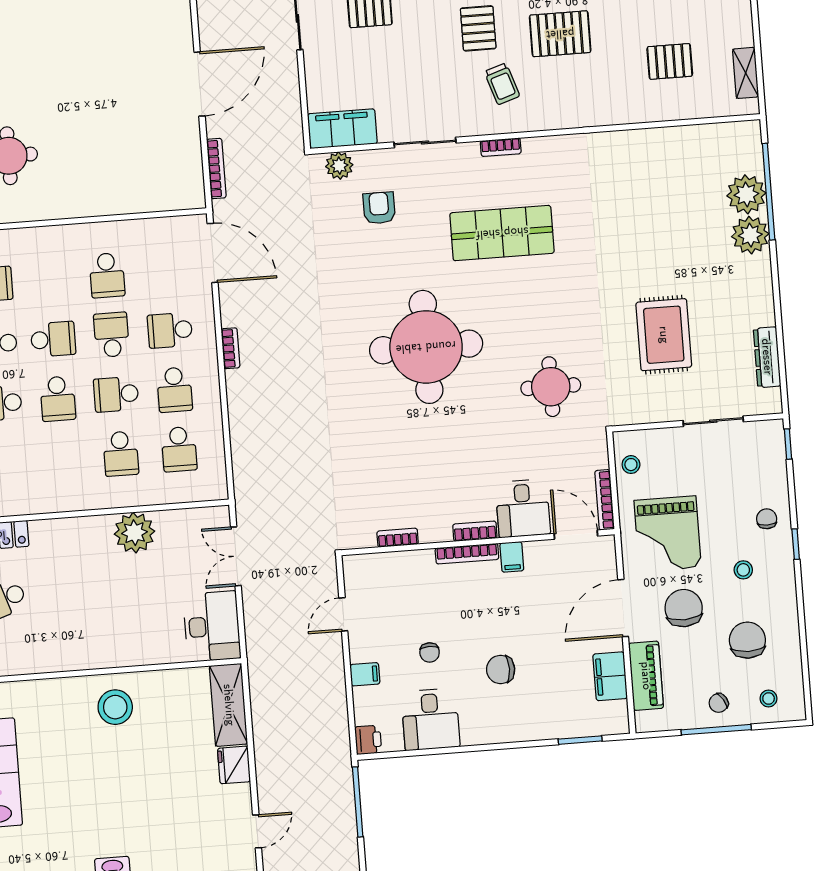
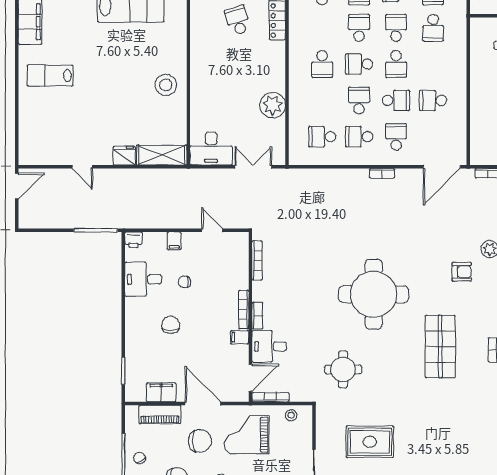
school desk: (121, 454) -> (322, 64), moved, turned -90
bookcase: (398, 538) -> (257, 260), width x1.56

